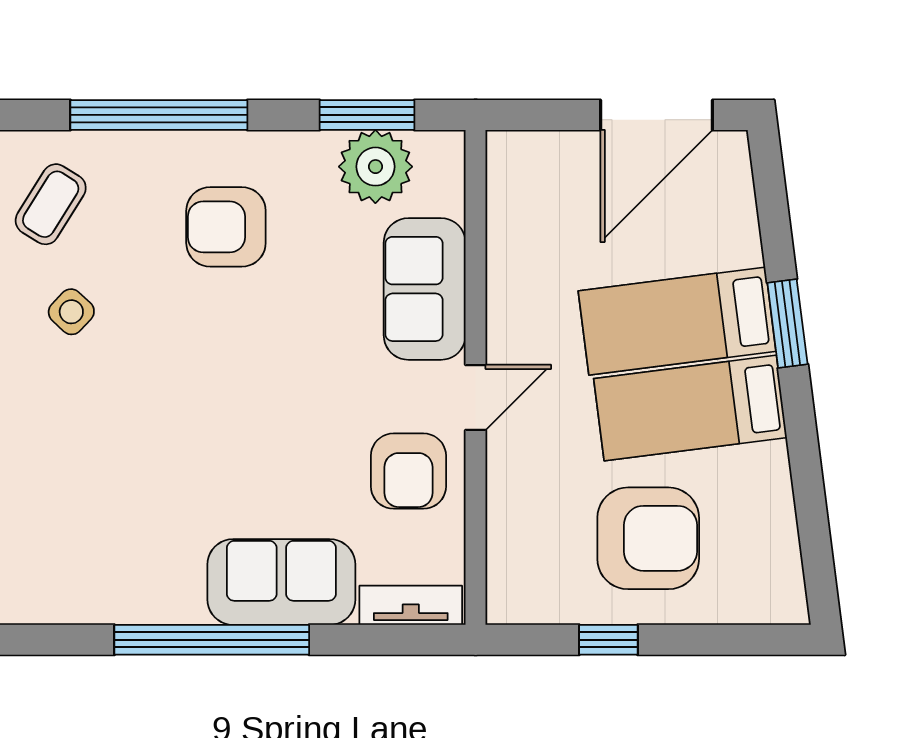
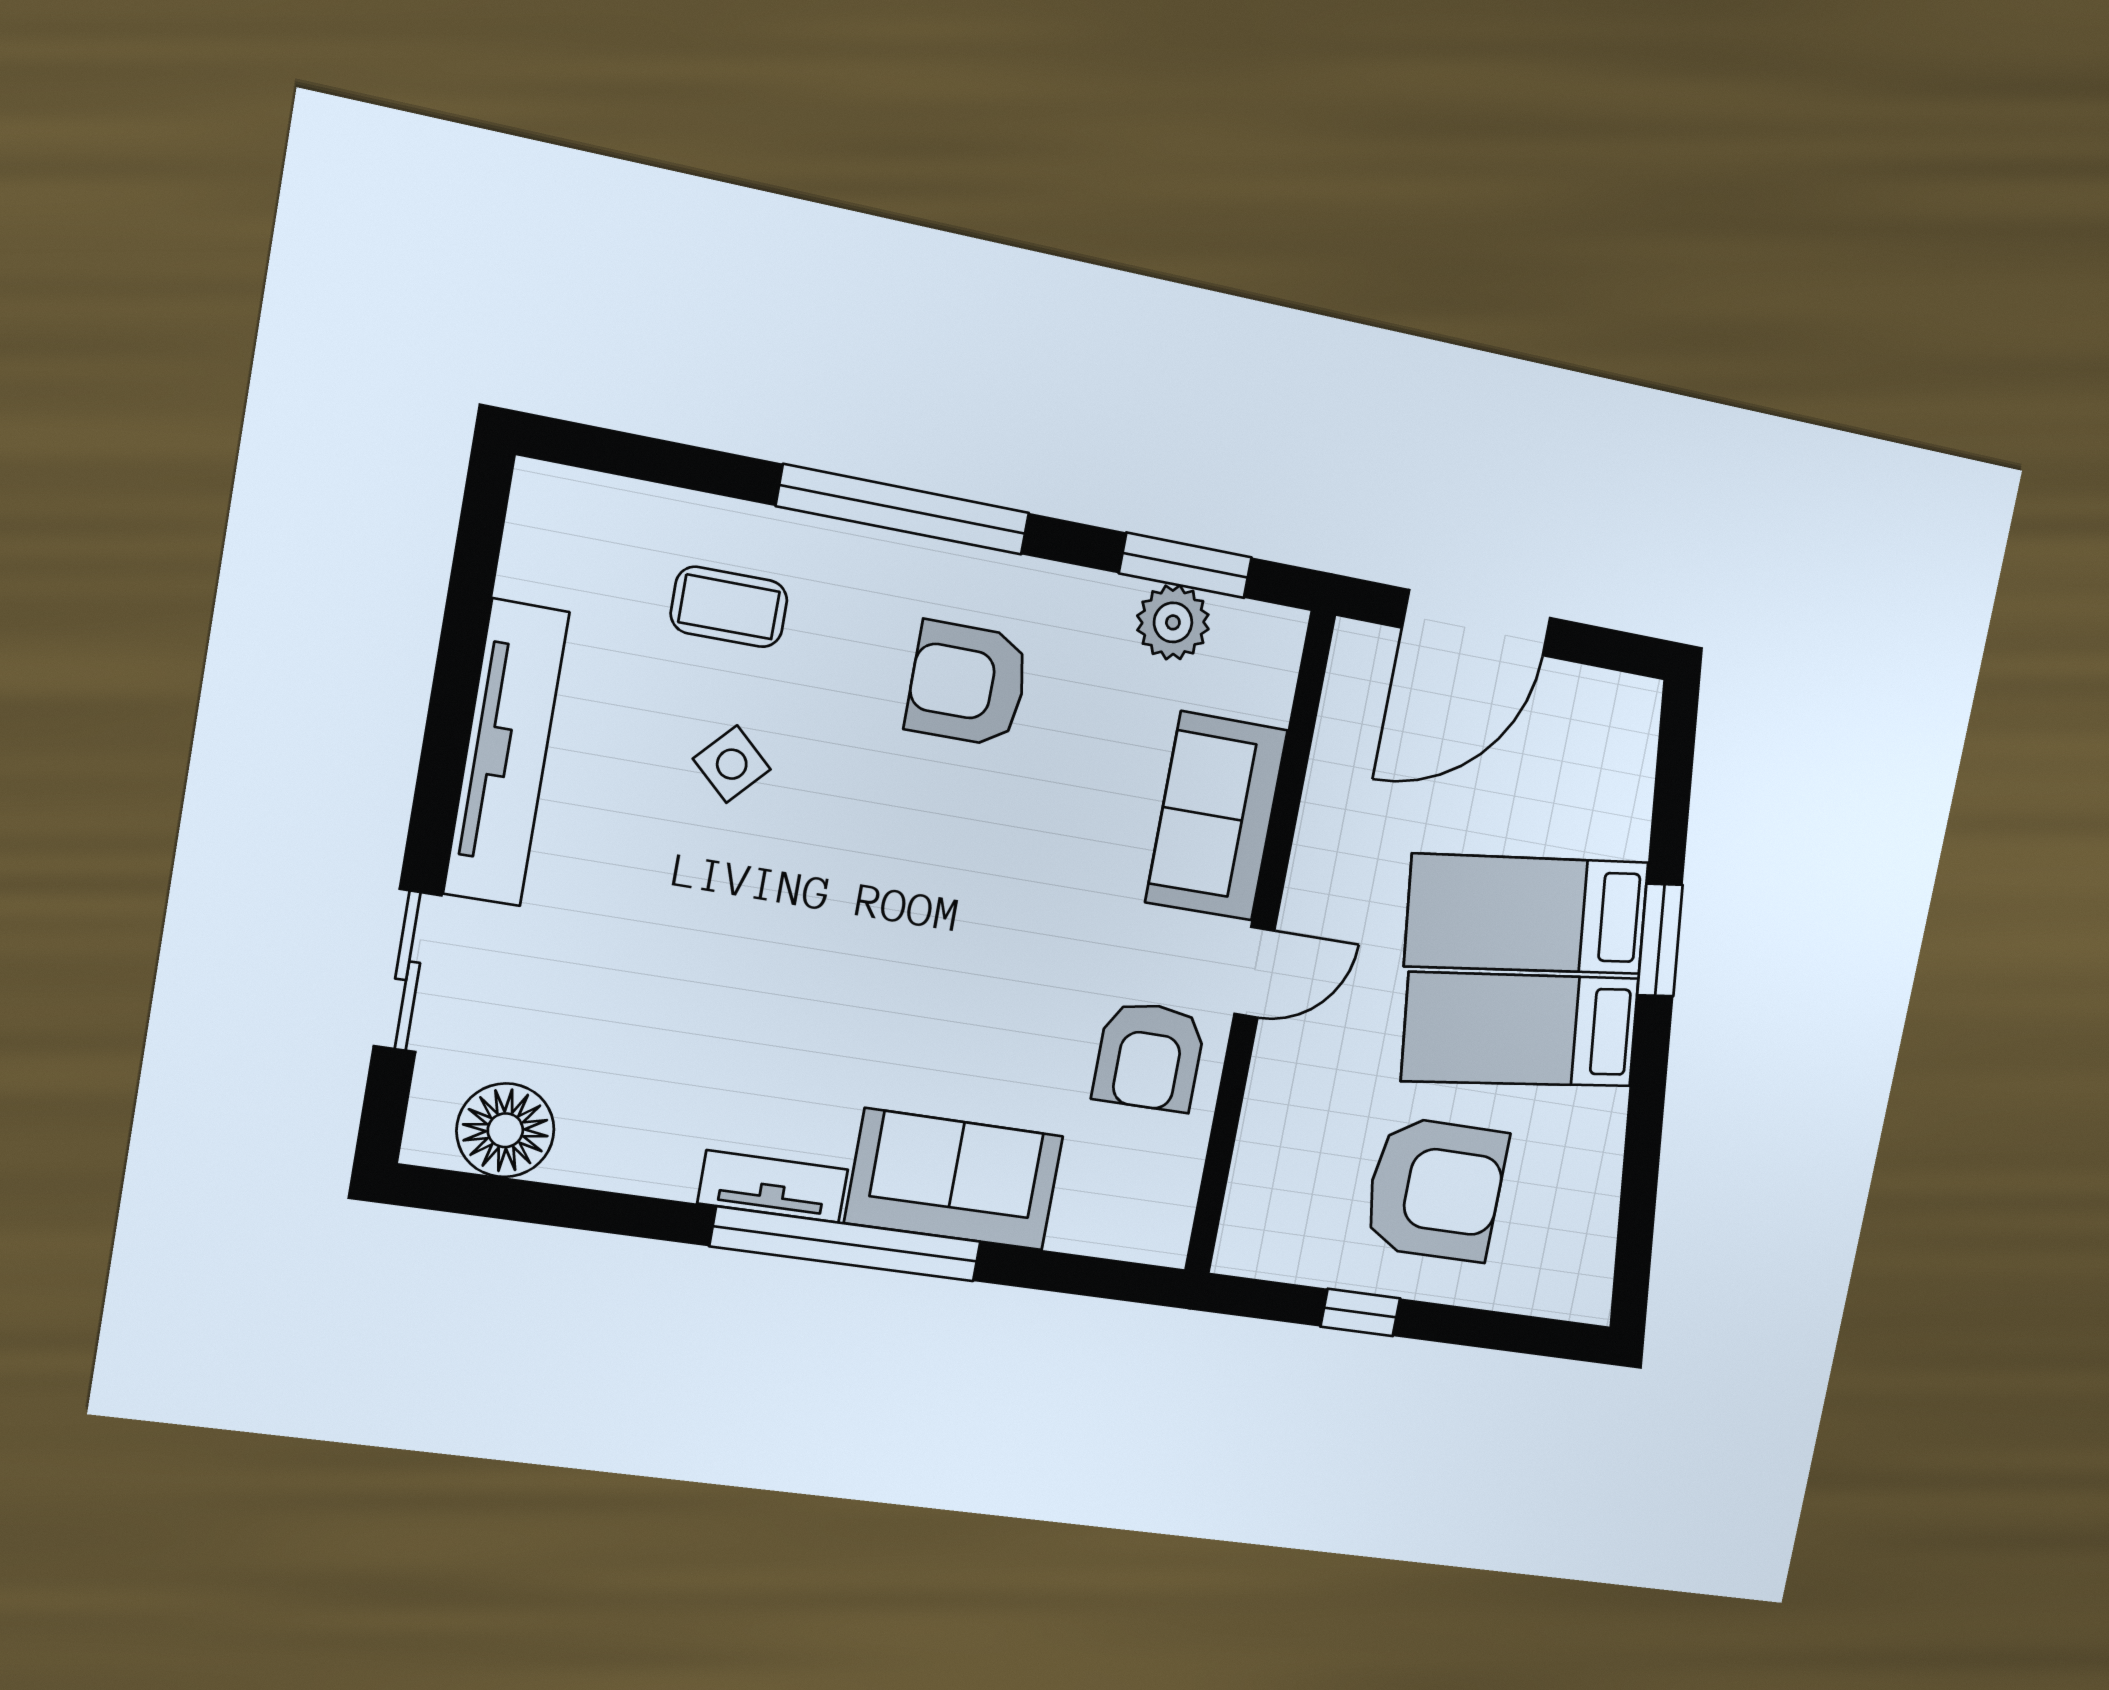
door: (656, 115) -> (1476, 623), moved
plant: (375, 167) -> (1173, 622), width x0.73, depth x0.73
coffee table: (51, 204) -> (729, 607), turned 58
tv unit: (411, 605) -> (773, 1186), moved

